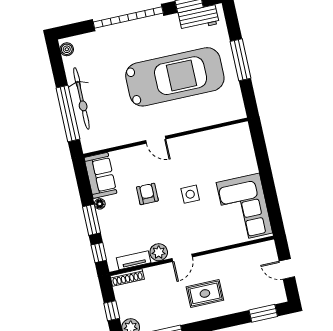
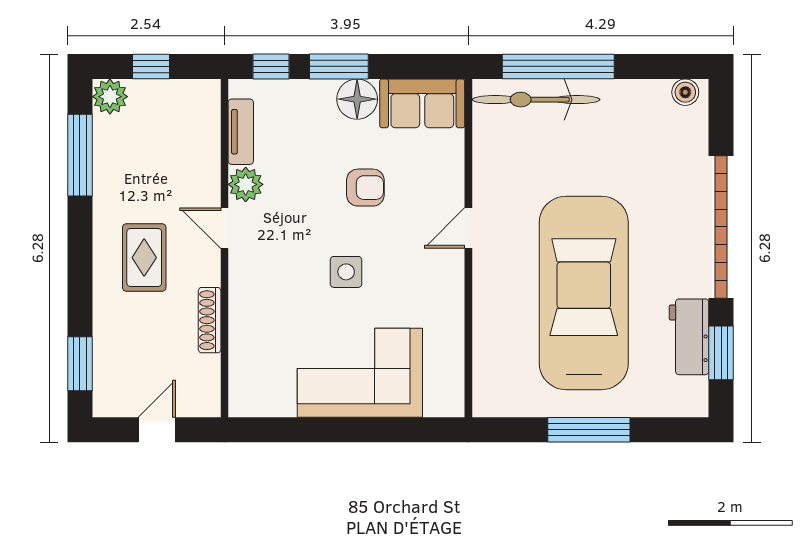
workbench: (199, 18) -> (689, 337), moved
car: (175, 77) -> (584, 293), turned 180
bicycle: (81, 98) -> (536, 100), moved
floor lamp: (100, 204) -> (357, 99), width x1.89, depth x1.89
corner sofa: (244, 208) -> (360, 373), moved
shoe rack: (127, 277) -> (210, 320), moved

